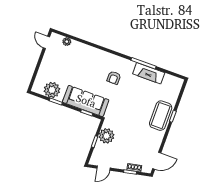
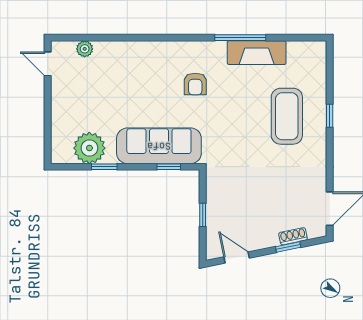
coffee table: (161, 116) -> (287, 116), moved
plant: (106, 136) -> (221, 196), removed
door: (104, 168) -> (237, 257), swing flipped

